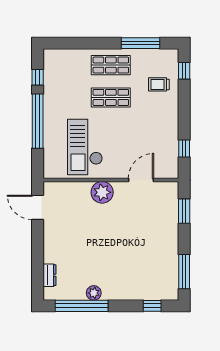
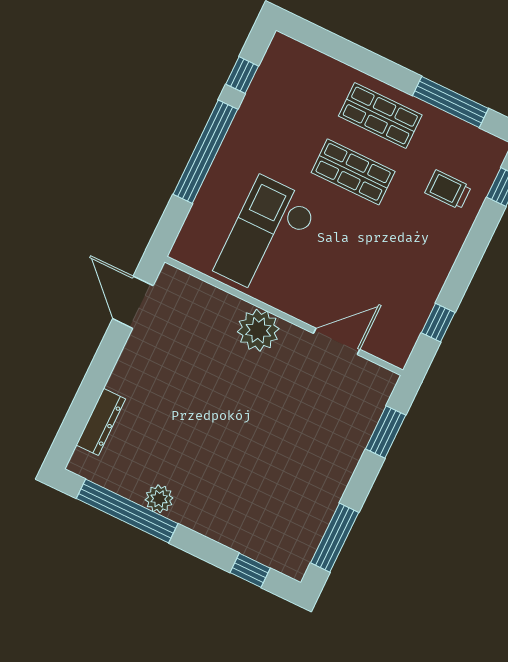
dresser: (49, 275) -> (101, 422), width x1.44

